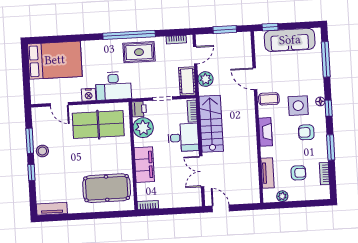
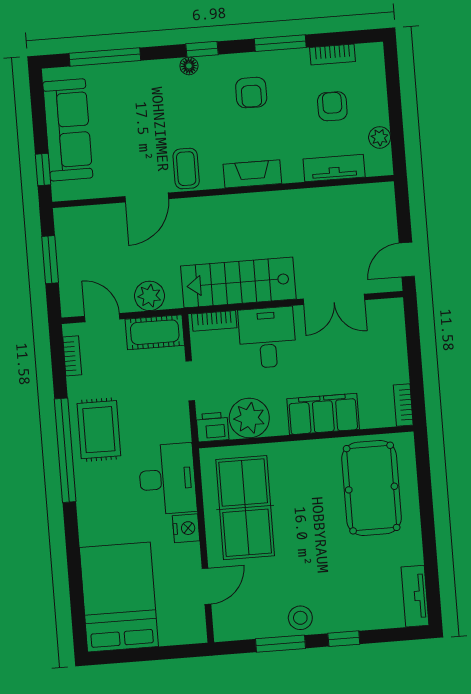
side table: (298, 106) -> (198, 110), removed

